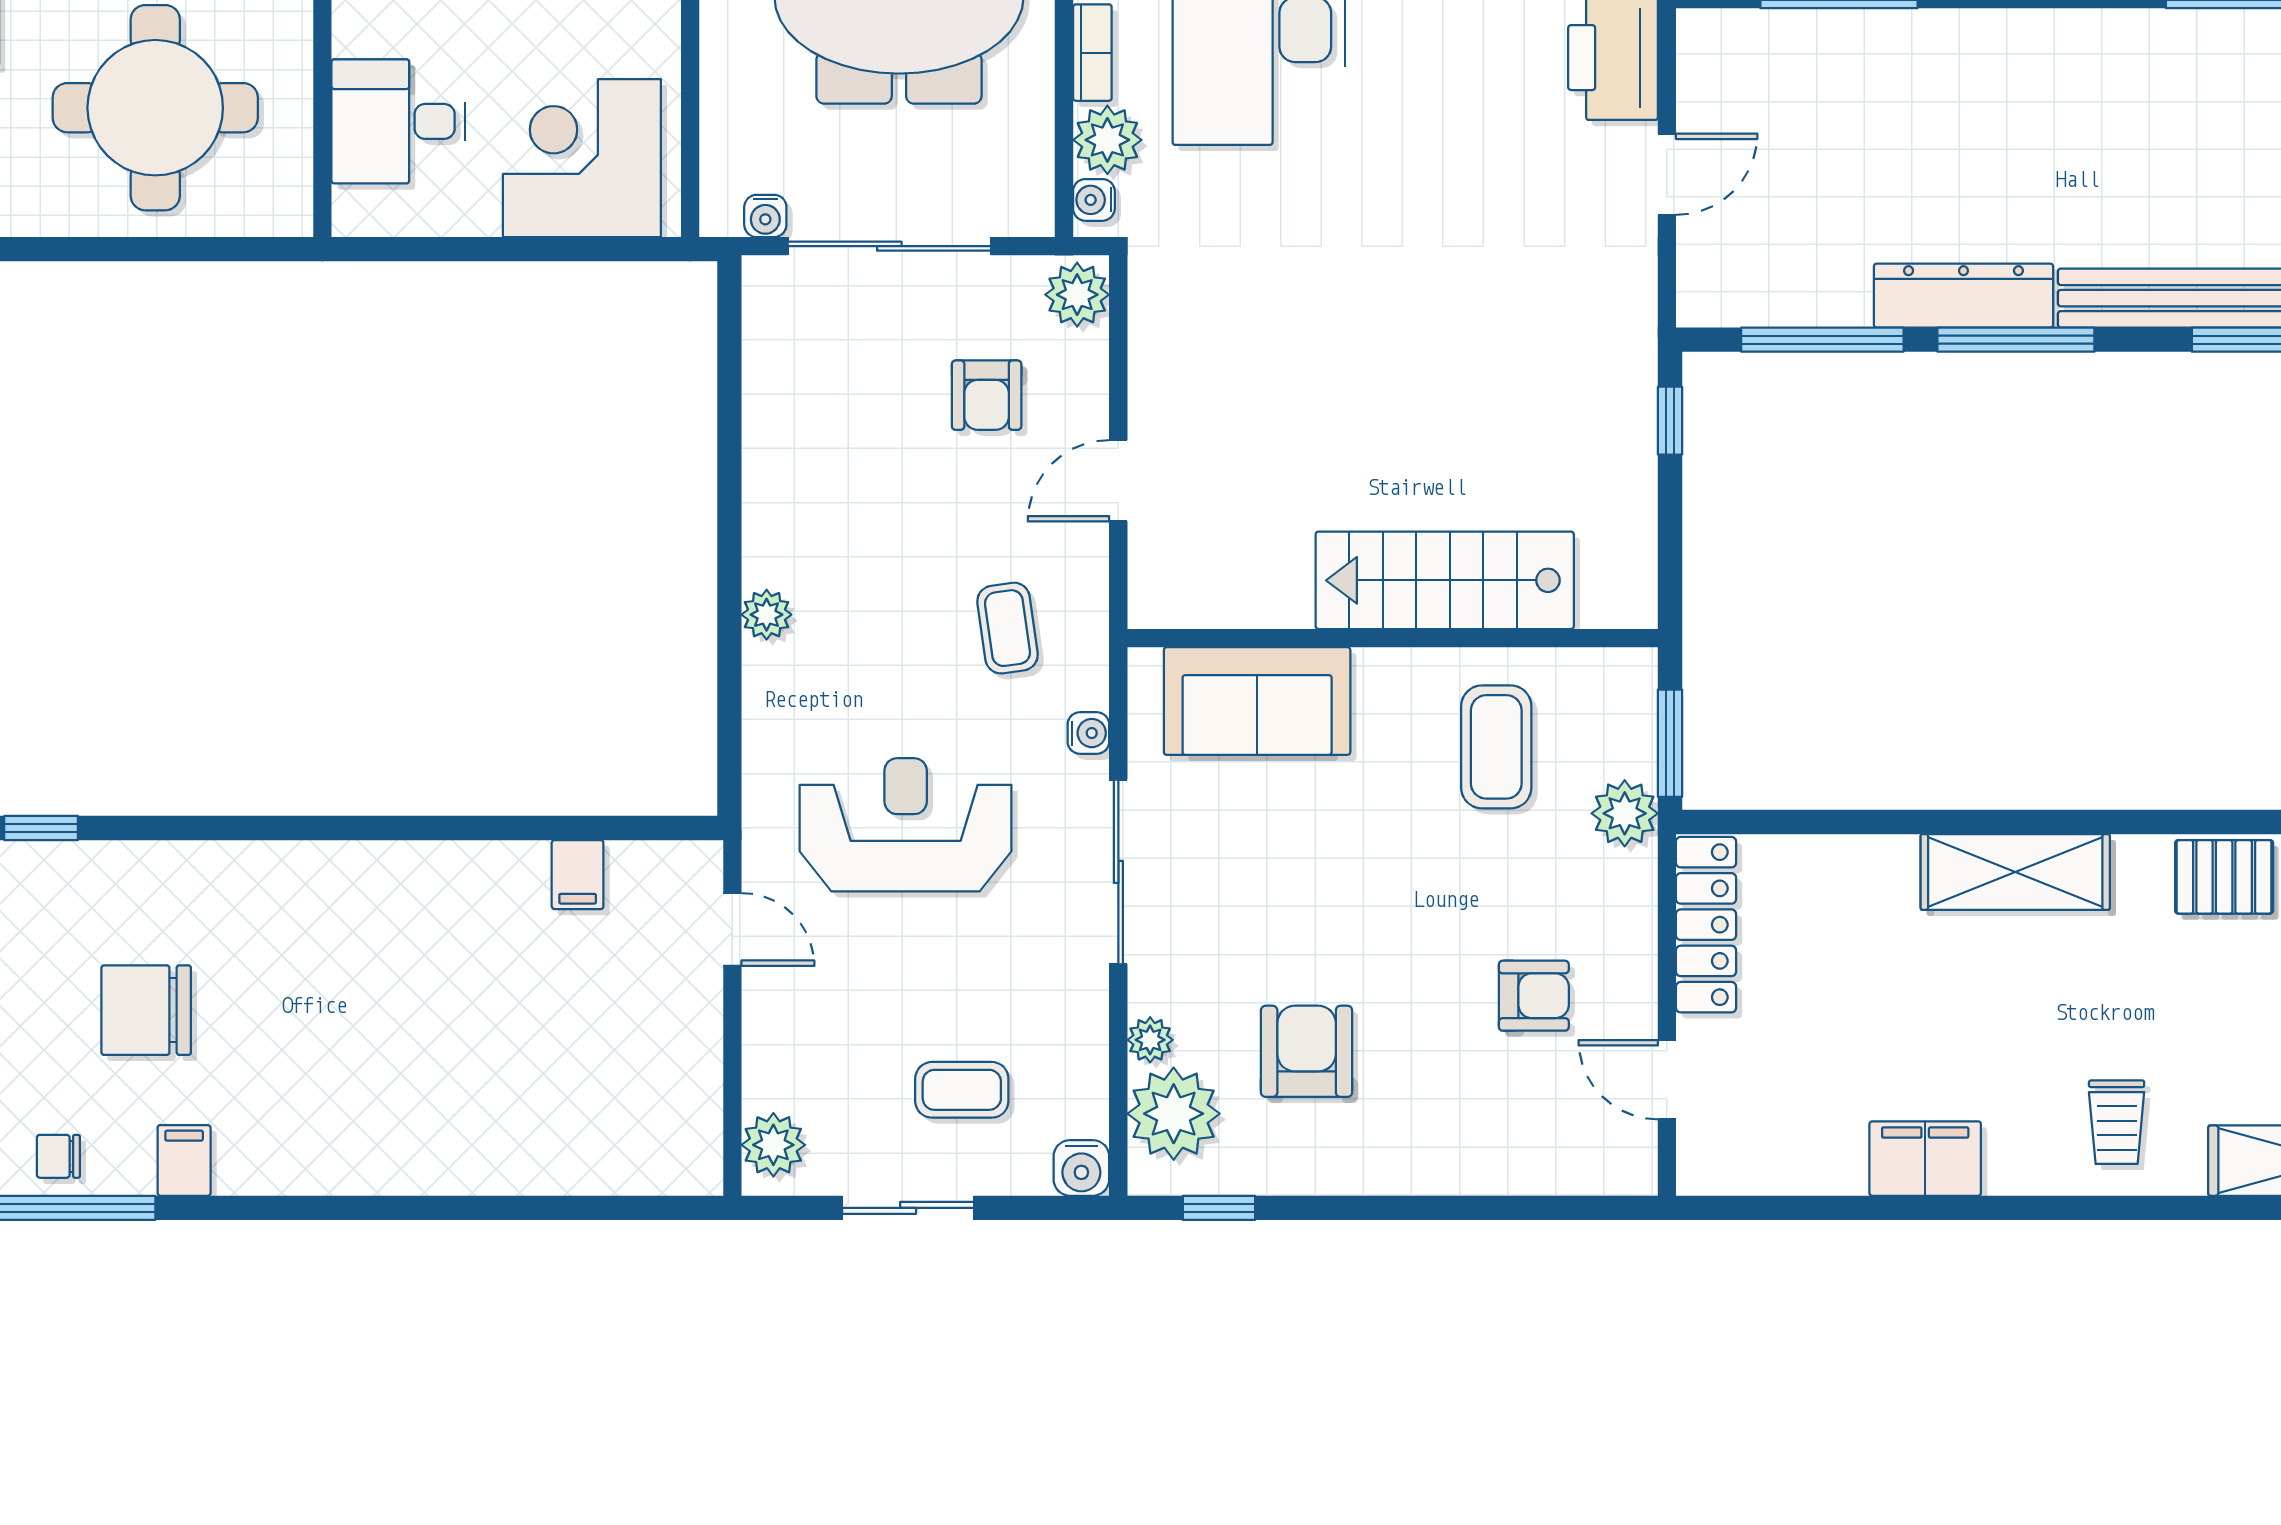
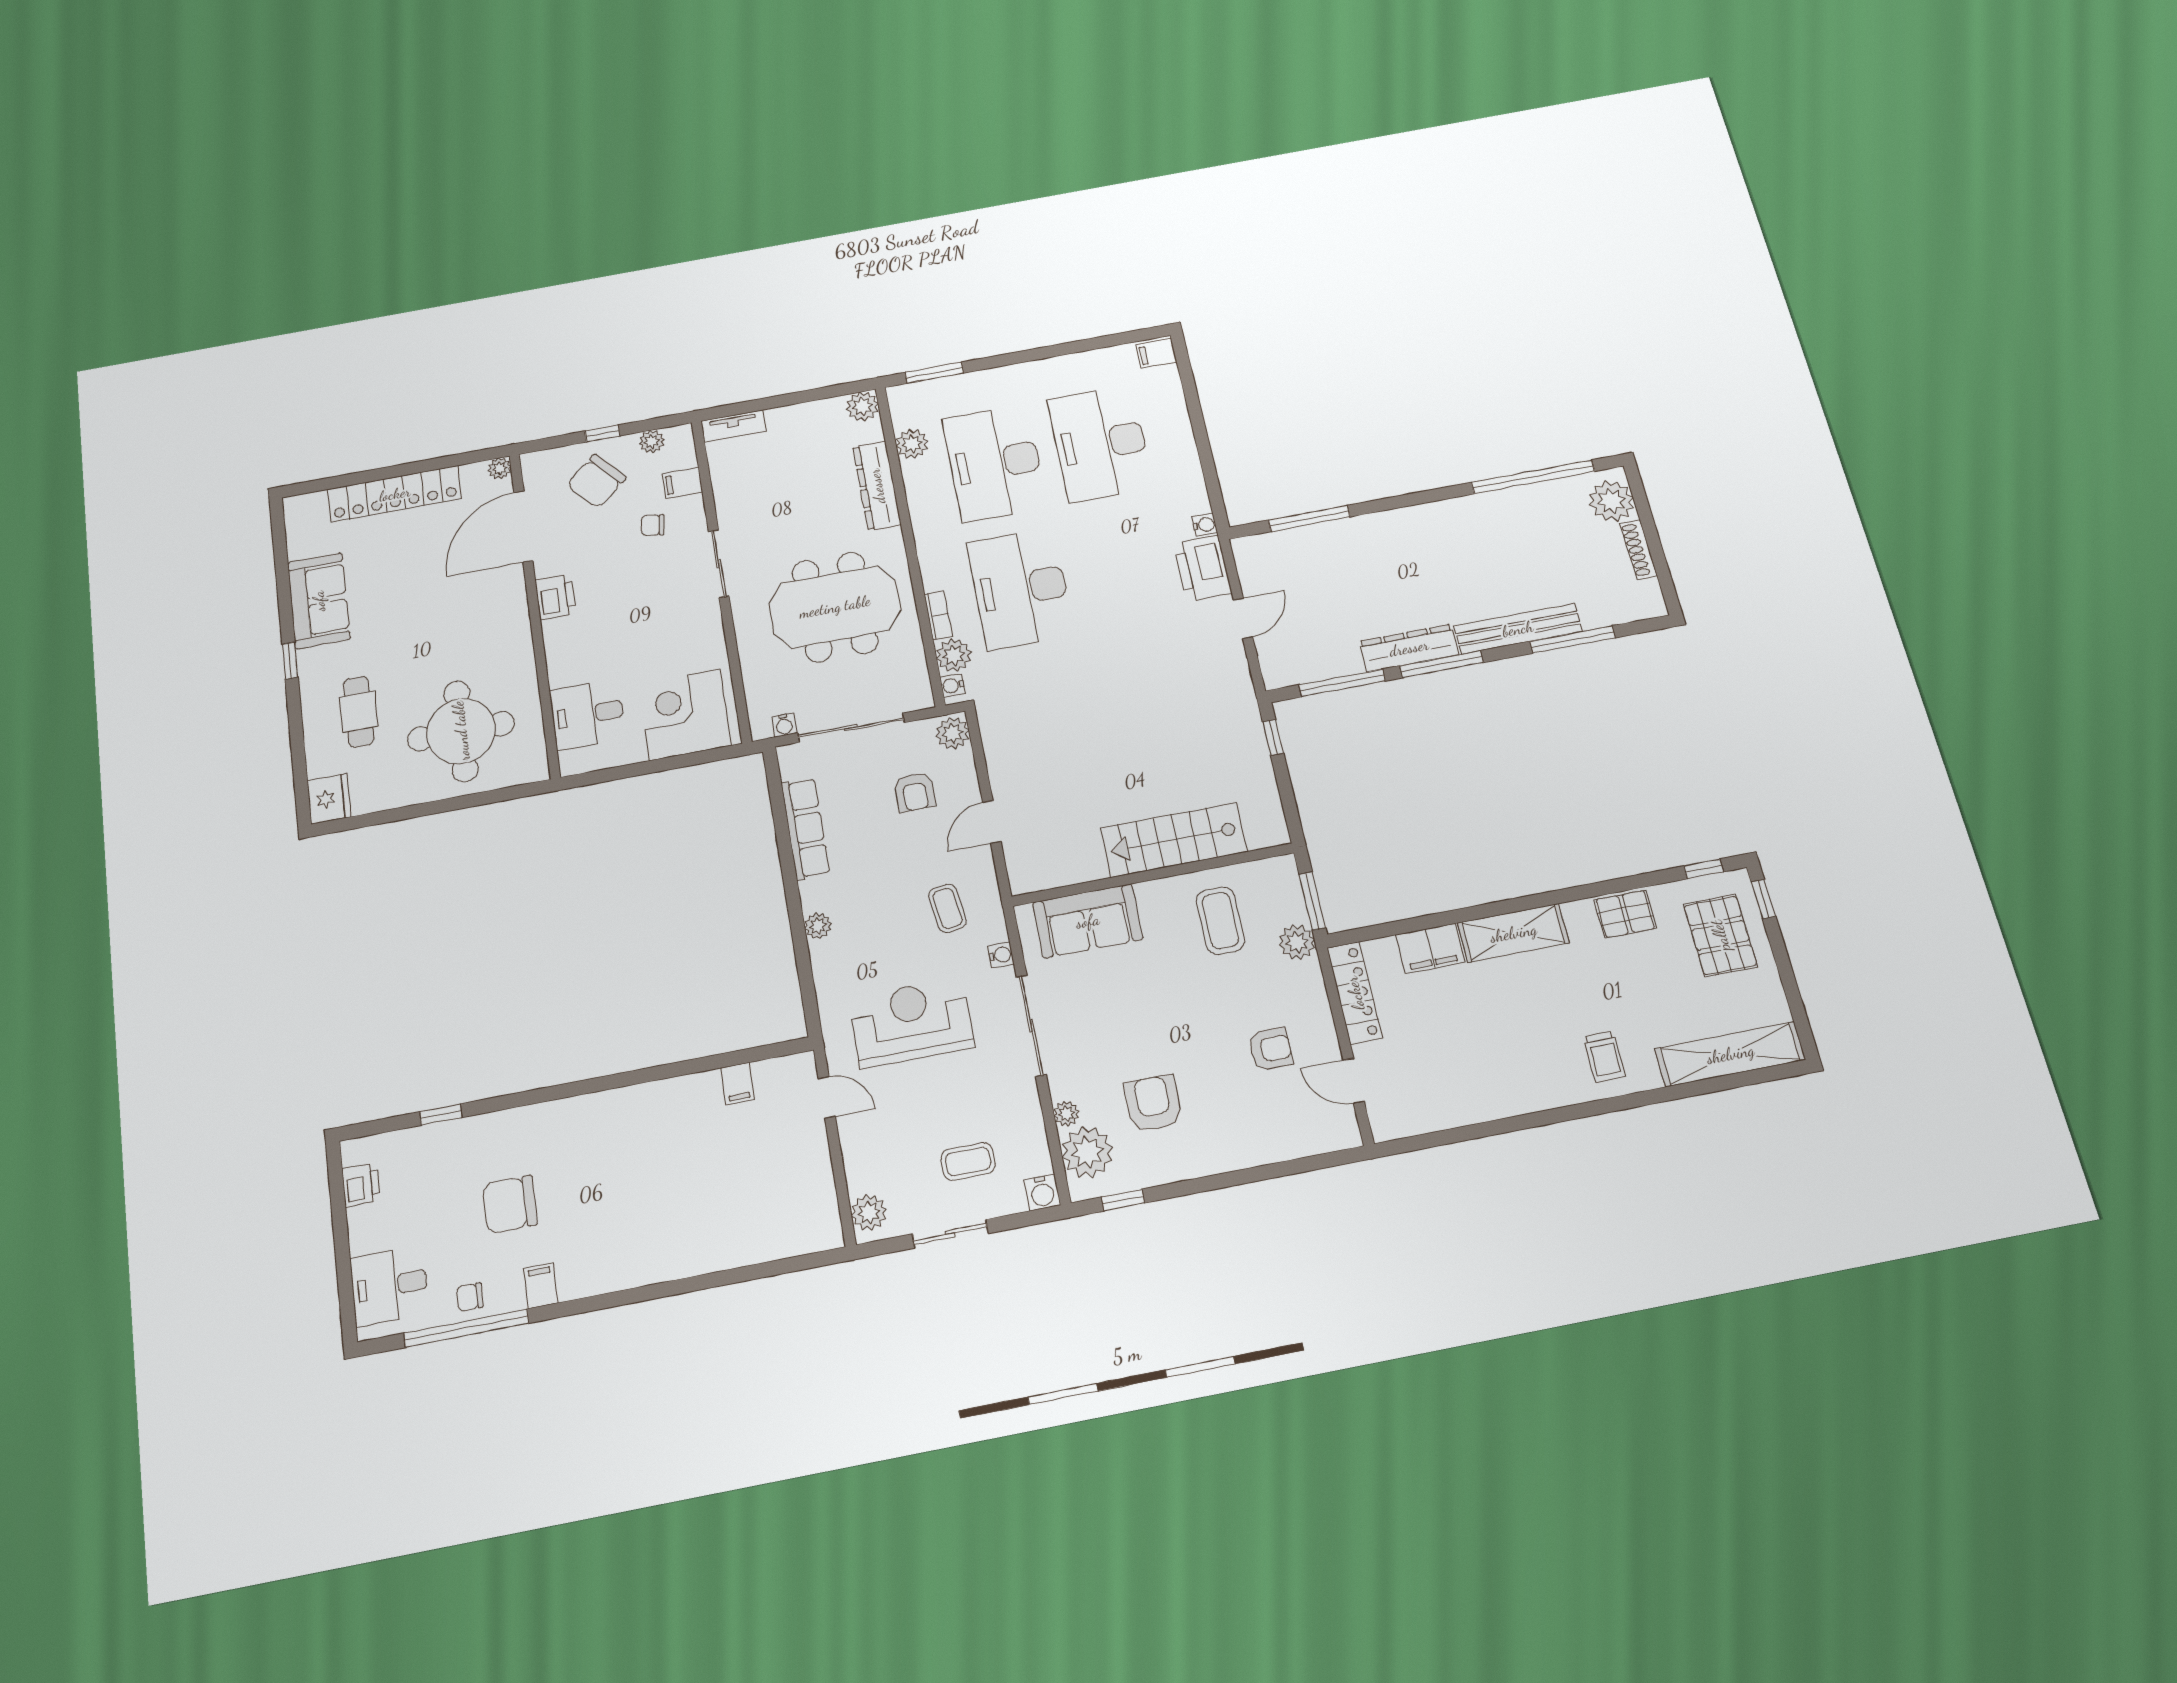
row of seats: (773, 425) -> (805, 828), added
filing cabinet: (1925, 1159) -> (1430, 948), moved, turned 180

